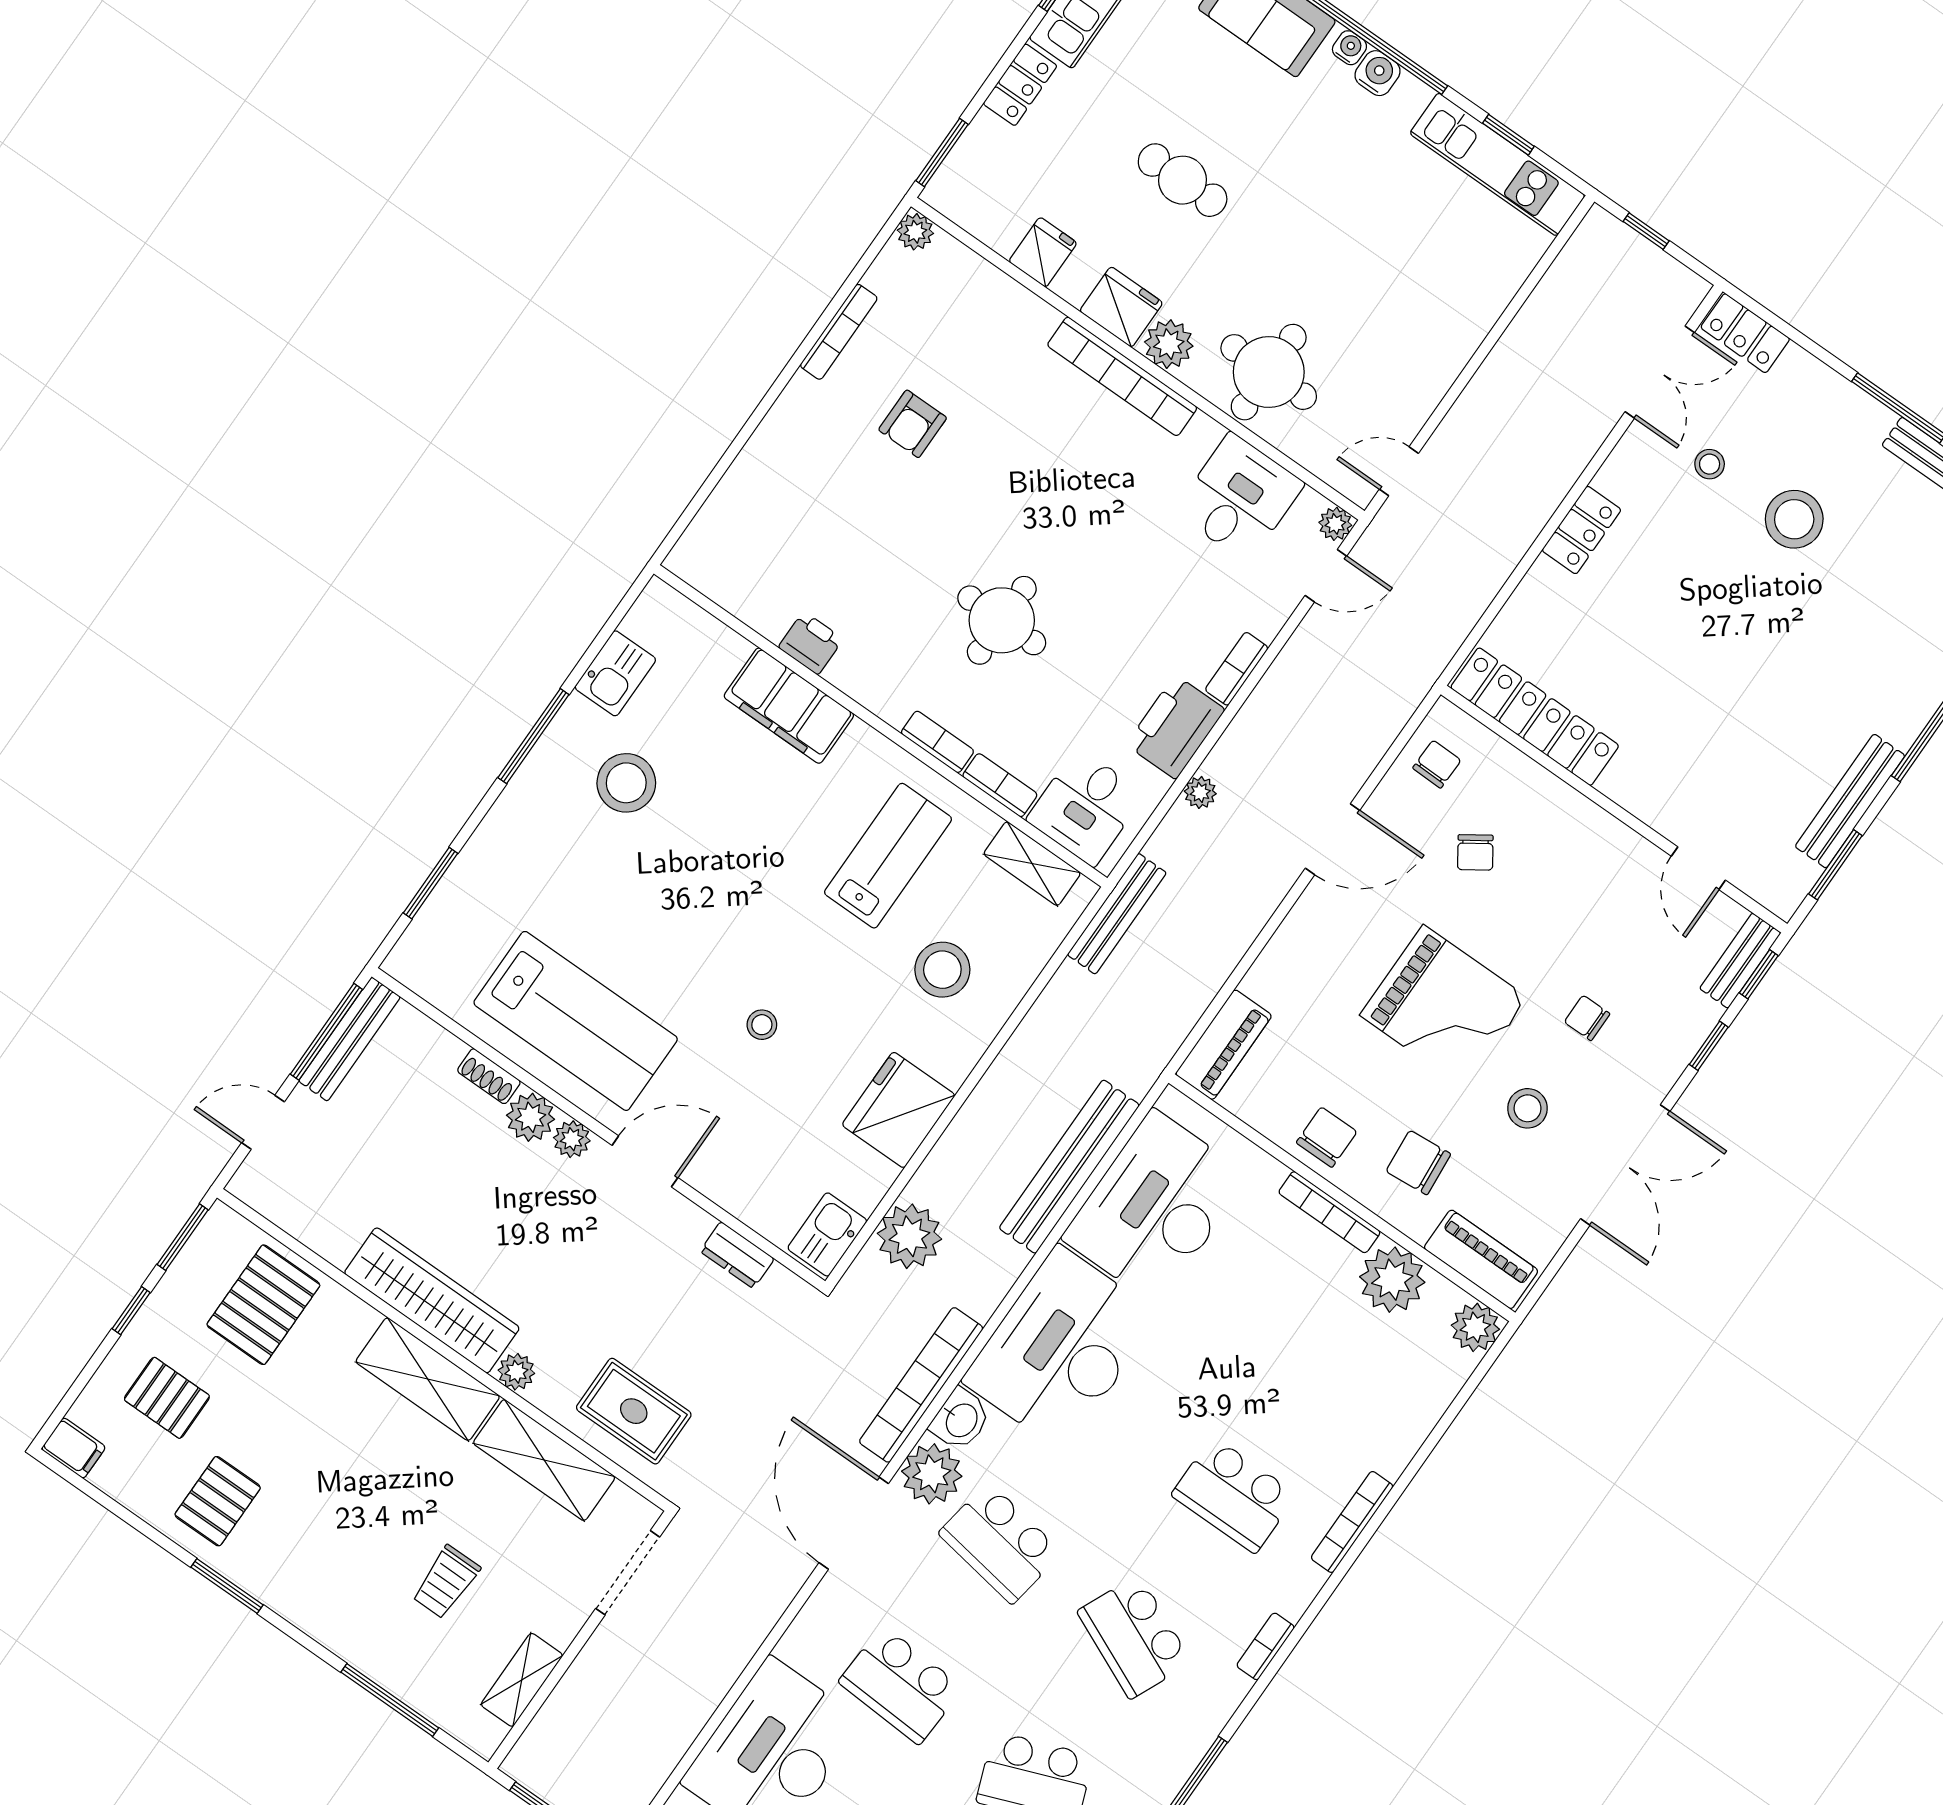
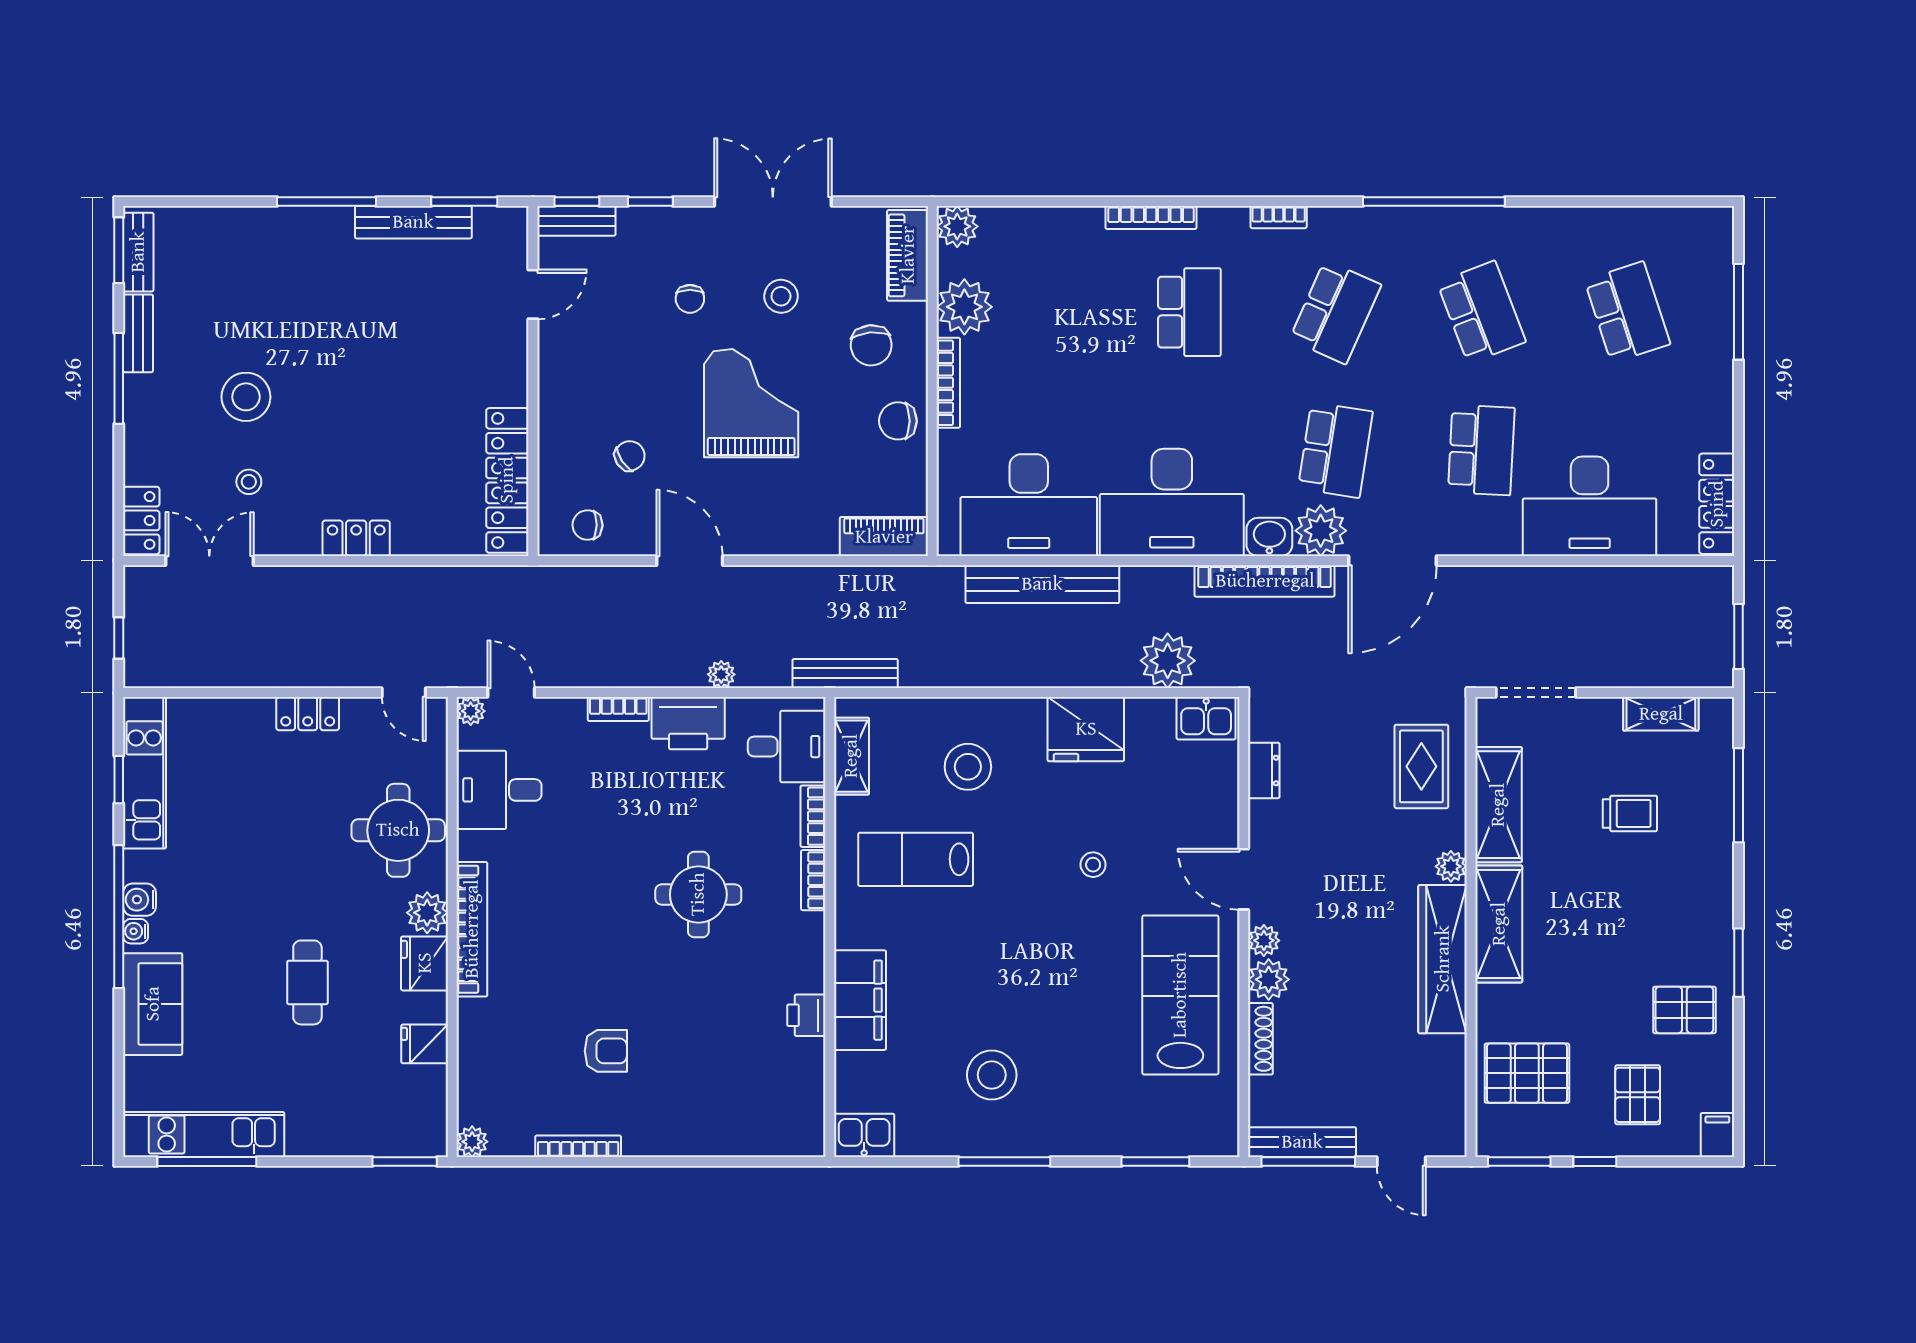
locker: (1020, 85) -> (308, 714), moved, turned 180
kitchen sink: (615, 673) -> (864, 1135), moved
shoe rack: (489, 1076) -> (1260, 1039), width x1.43

